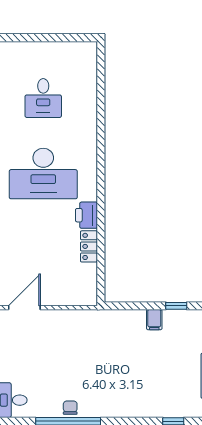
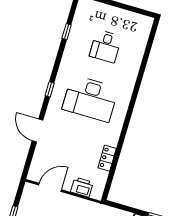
printer: (86, 215) -> (82, 187), moved, turned 90

